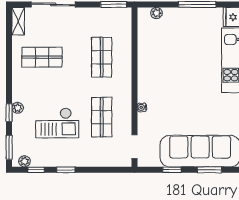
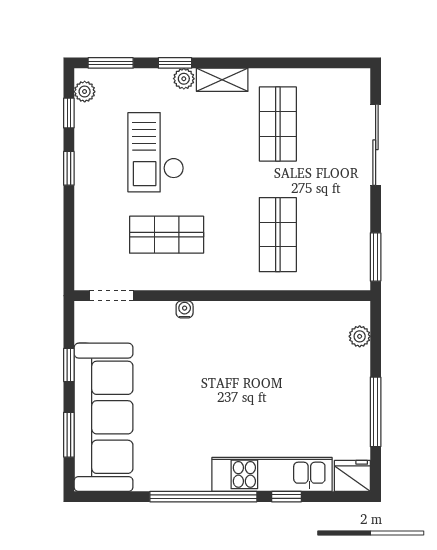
shelving: (18, 21) -> (222, 80), moved
shop shelf: (102, 57) -> (278, 235), turned 90

